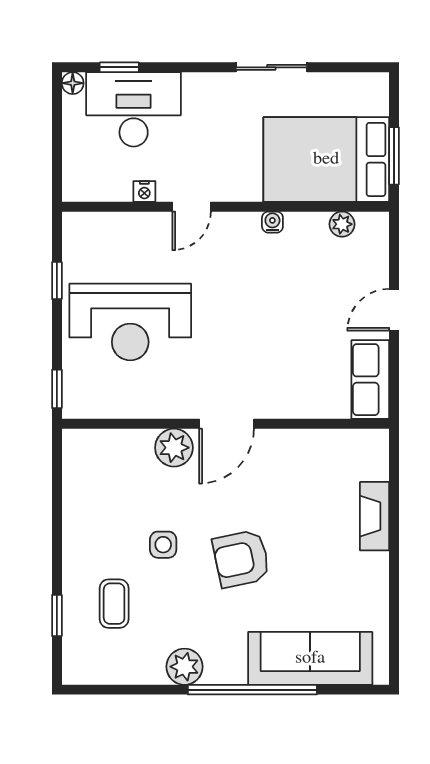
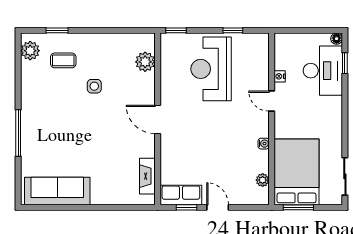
sliding door: (271, 67) -> (345, 176), moved
window: (394, 369) -> (187, 207), added
plant: (174, 448) -> (145, 62), moved
fireplace: (375, 516) -> (147, 176), moved, turned -90
armchair: (241, 559) -> (87, 127), removed
sofa: (310, 658) -> (57, 191), moved, turned -90
plant: (184, 667) -> (30, 51), moved
window: (252, 690) -> (18, 133), width x0.68

